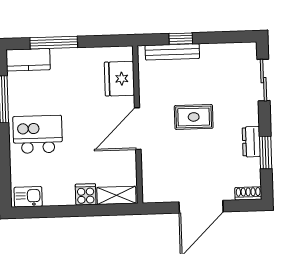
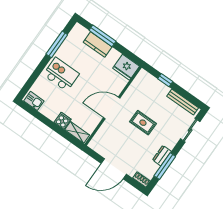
bench: (172, 52) -> (183, 102), moved
kitchen counter: (28, 60) -> (98, 45), moved
fridge: (119, 79) -> (126, 67), moved, turned -90
window: (266, 152) -> (165, 166), width x1.44

